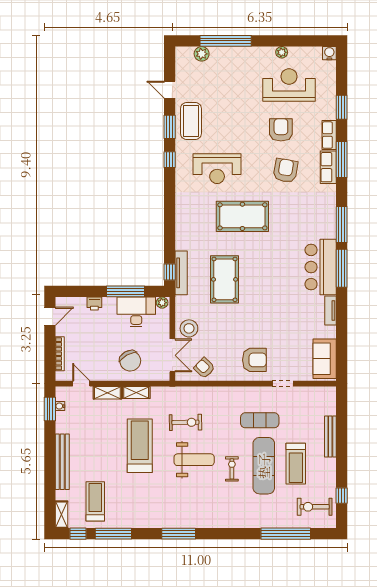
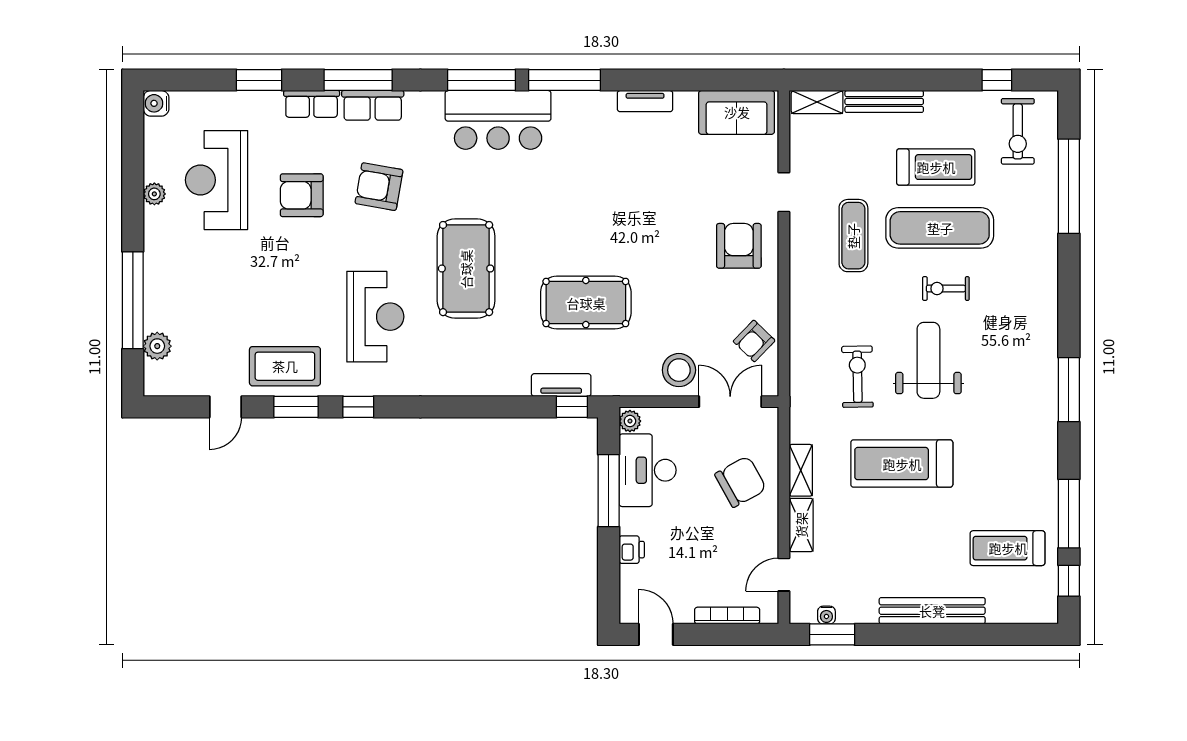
bar counter: (321, 267) -> (498, 120), moved
tv unit: (181, 273) -> (561, 385), width x0.71
shelving: (61, 515) -> (817, 102), moved

